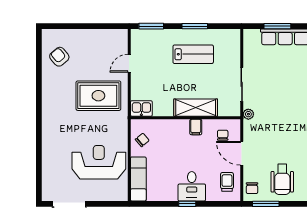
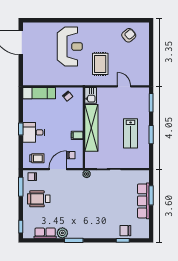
rug: (98, 96) -> (100, 64), width x0.73, depth x0.70
shelving: (196, 108) -> (91, 128), width x1.47
reception desk: (99, 162) -> (70, 46), moved

